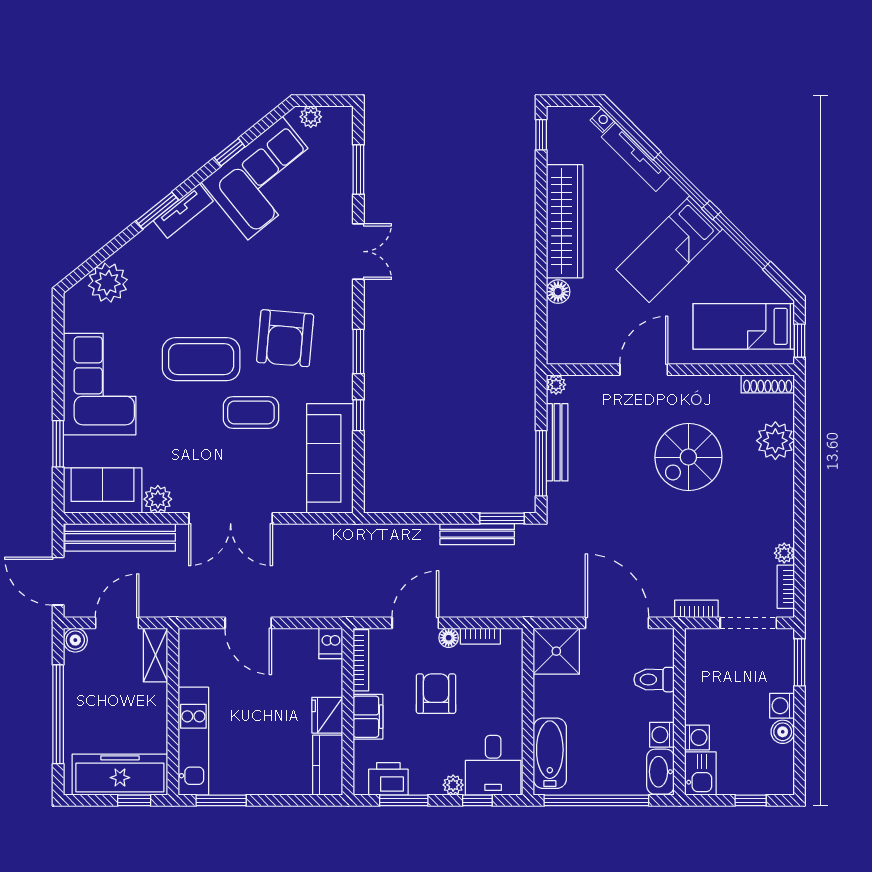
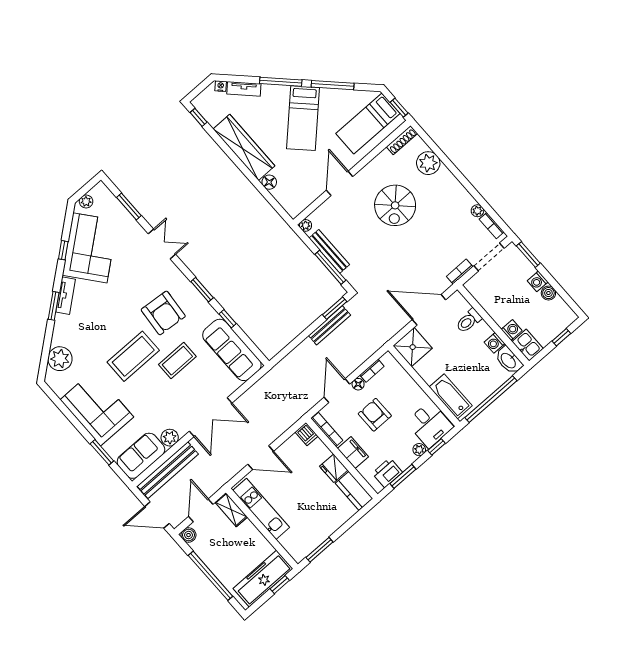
tv unit: (636, 157) -> (244, 89), width x0.71
kitchen unit: (193, 741) -> (261, 509), moved

